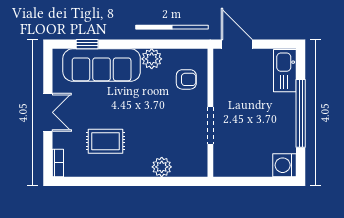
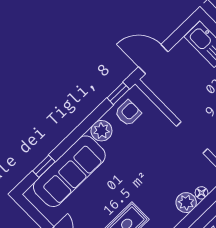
window: (189, 44) -> (118, 93), added
armchair: (186, 79) -> (128, 113), moved
floor lamp: (179, 171) -> (201, 193), added

